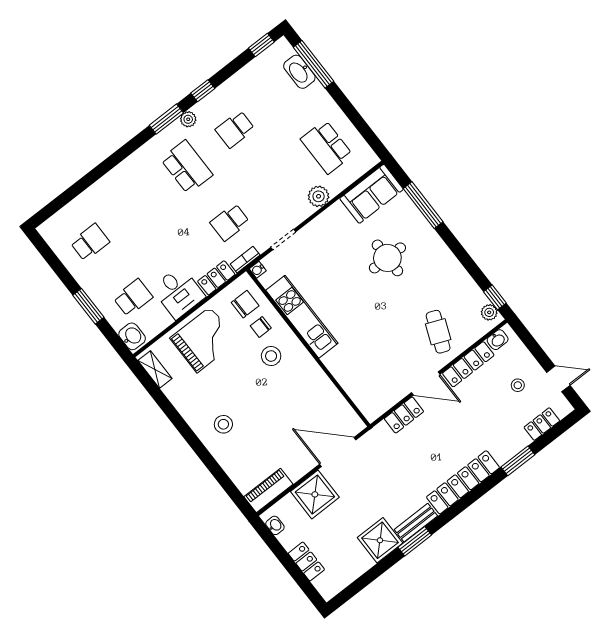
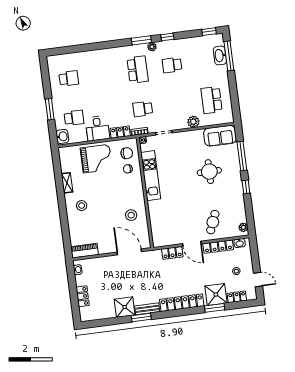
window: (495, 297) -> (246, 187), moved
stool: (271, 356) -> (131, 215), moved
shelving: (155, 369) -> (67, 183), moved
shower: (315, 494) -> (216, 295), moved

